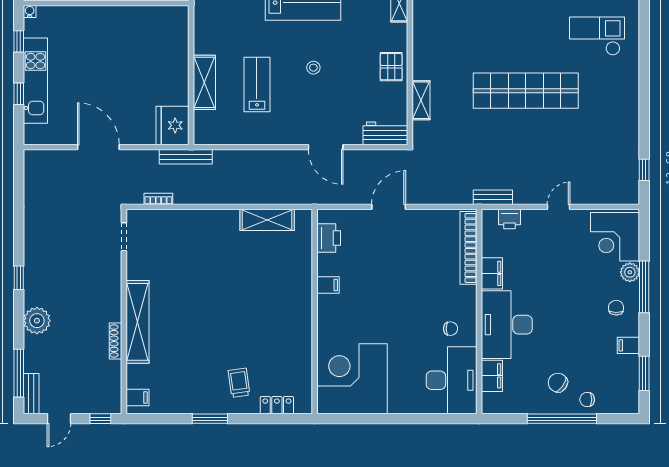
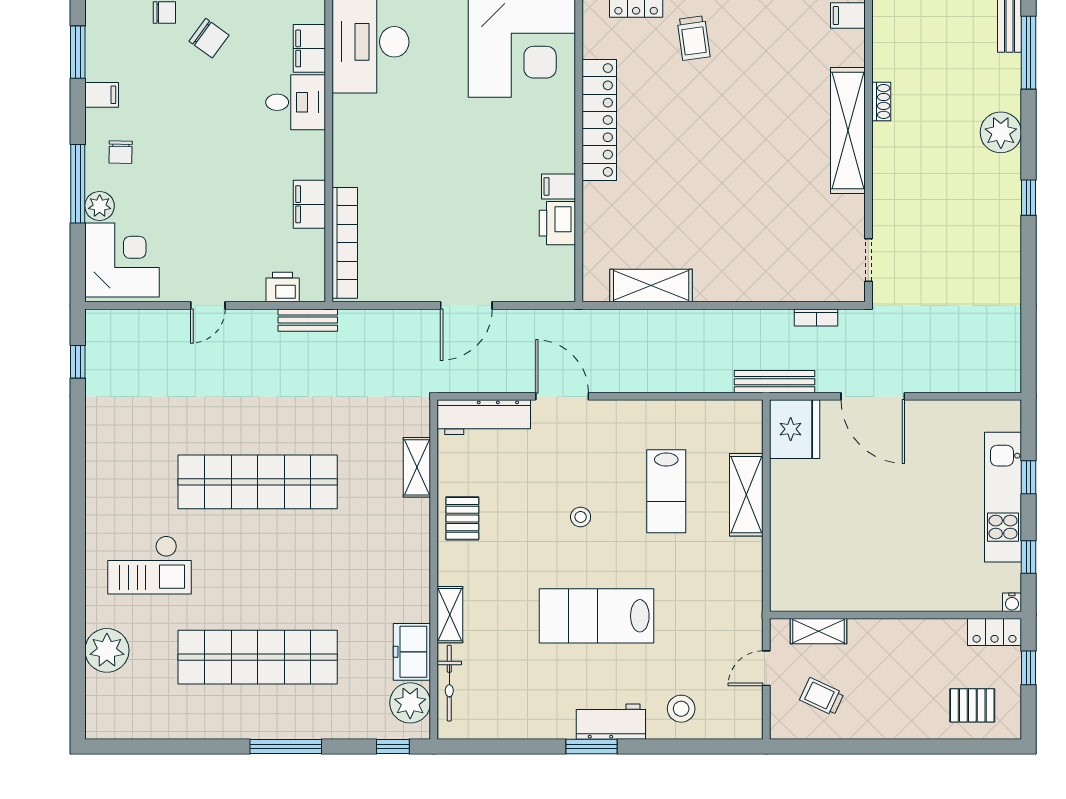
workbench: (385, 133) -> (484, 417), width x1.37
door: (98, 147) -> (873, 396), moved
printer: (329, 238) -> (557, 223), moved
desk: (507, 325) -> (296, 102), width x0.53, depth x0.77
locker: (301, 329) -> (599, 120), added
chair: (450, 329) -> (372, 120), removed
shoe rack: (116, 341) -> (881, 101), width x0.70

